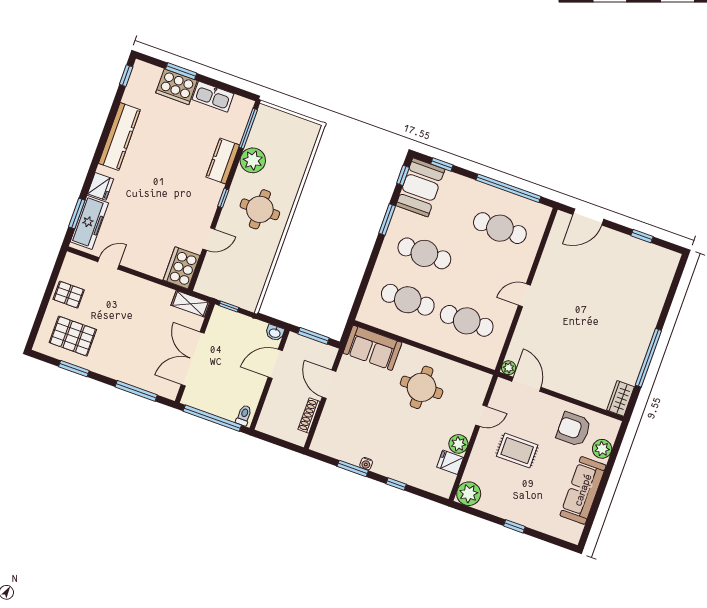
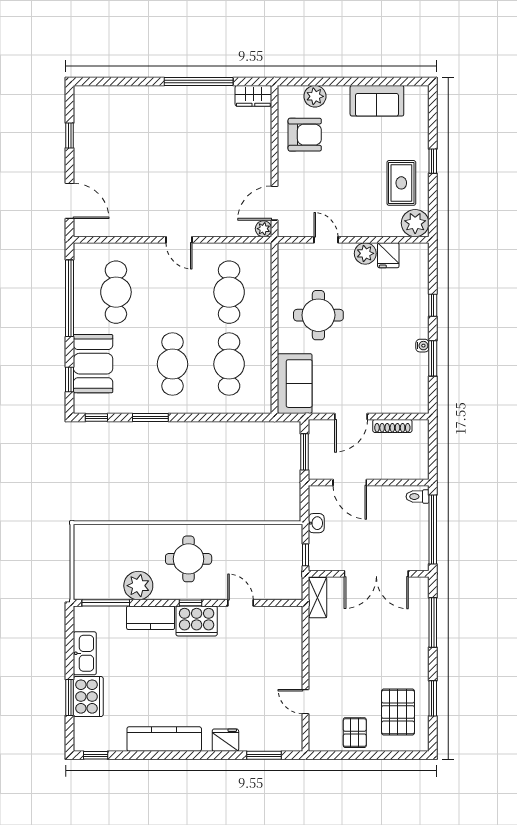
booth: (420, 187) -> (93, 364), moved, turned 90
freezer: (89, 222) -> (269, 738), removed
cooker: (182, 268) -> (197, 621), moved
washbasin: (275, 333) -> (316, 523), moved
armchair: (574, 429) -> (305, 135), turned -90
rug: (517, 451) -> (401, 183), moved
sofa: (583, 490) -> (377, 101), width x0.73

